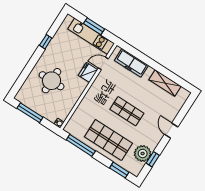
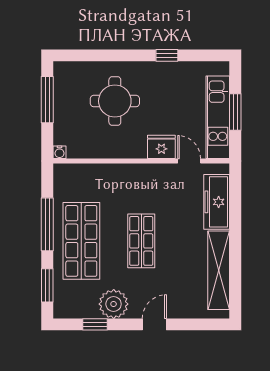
shelving: (165, 83) -> (219, 270), width x1.47
window: (81, 145) -> (47, 224), moved
plant: (143, 153) -> (114, 304), moved

